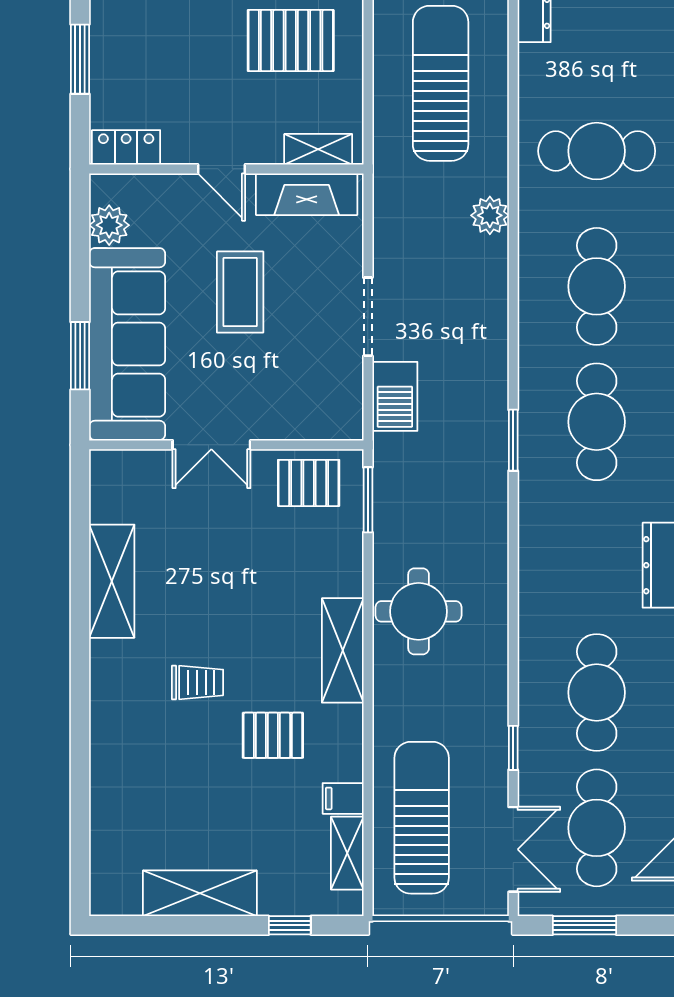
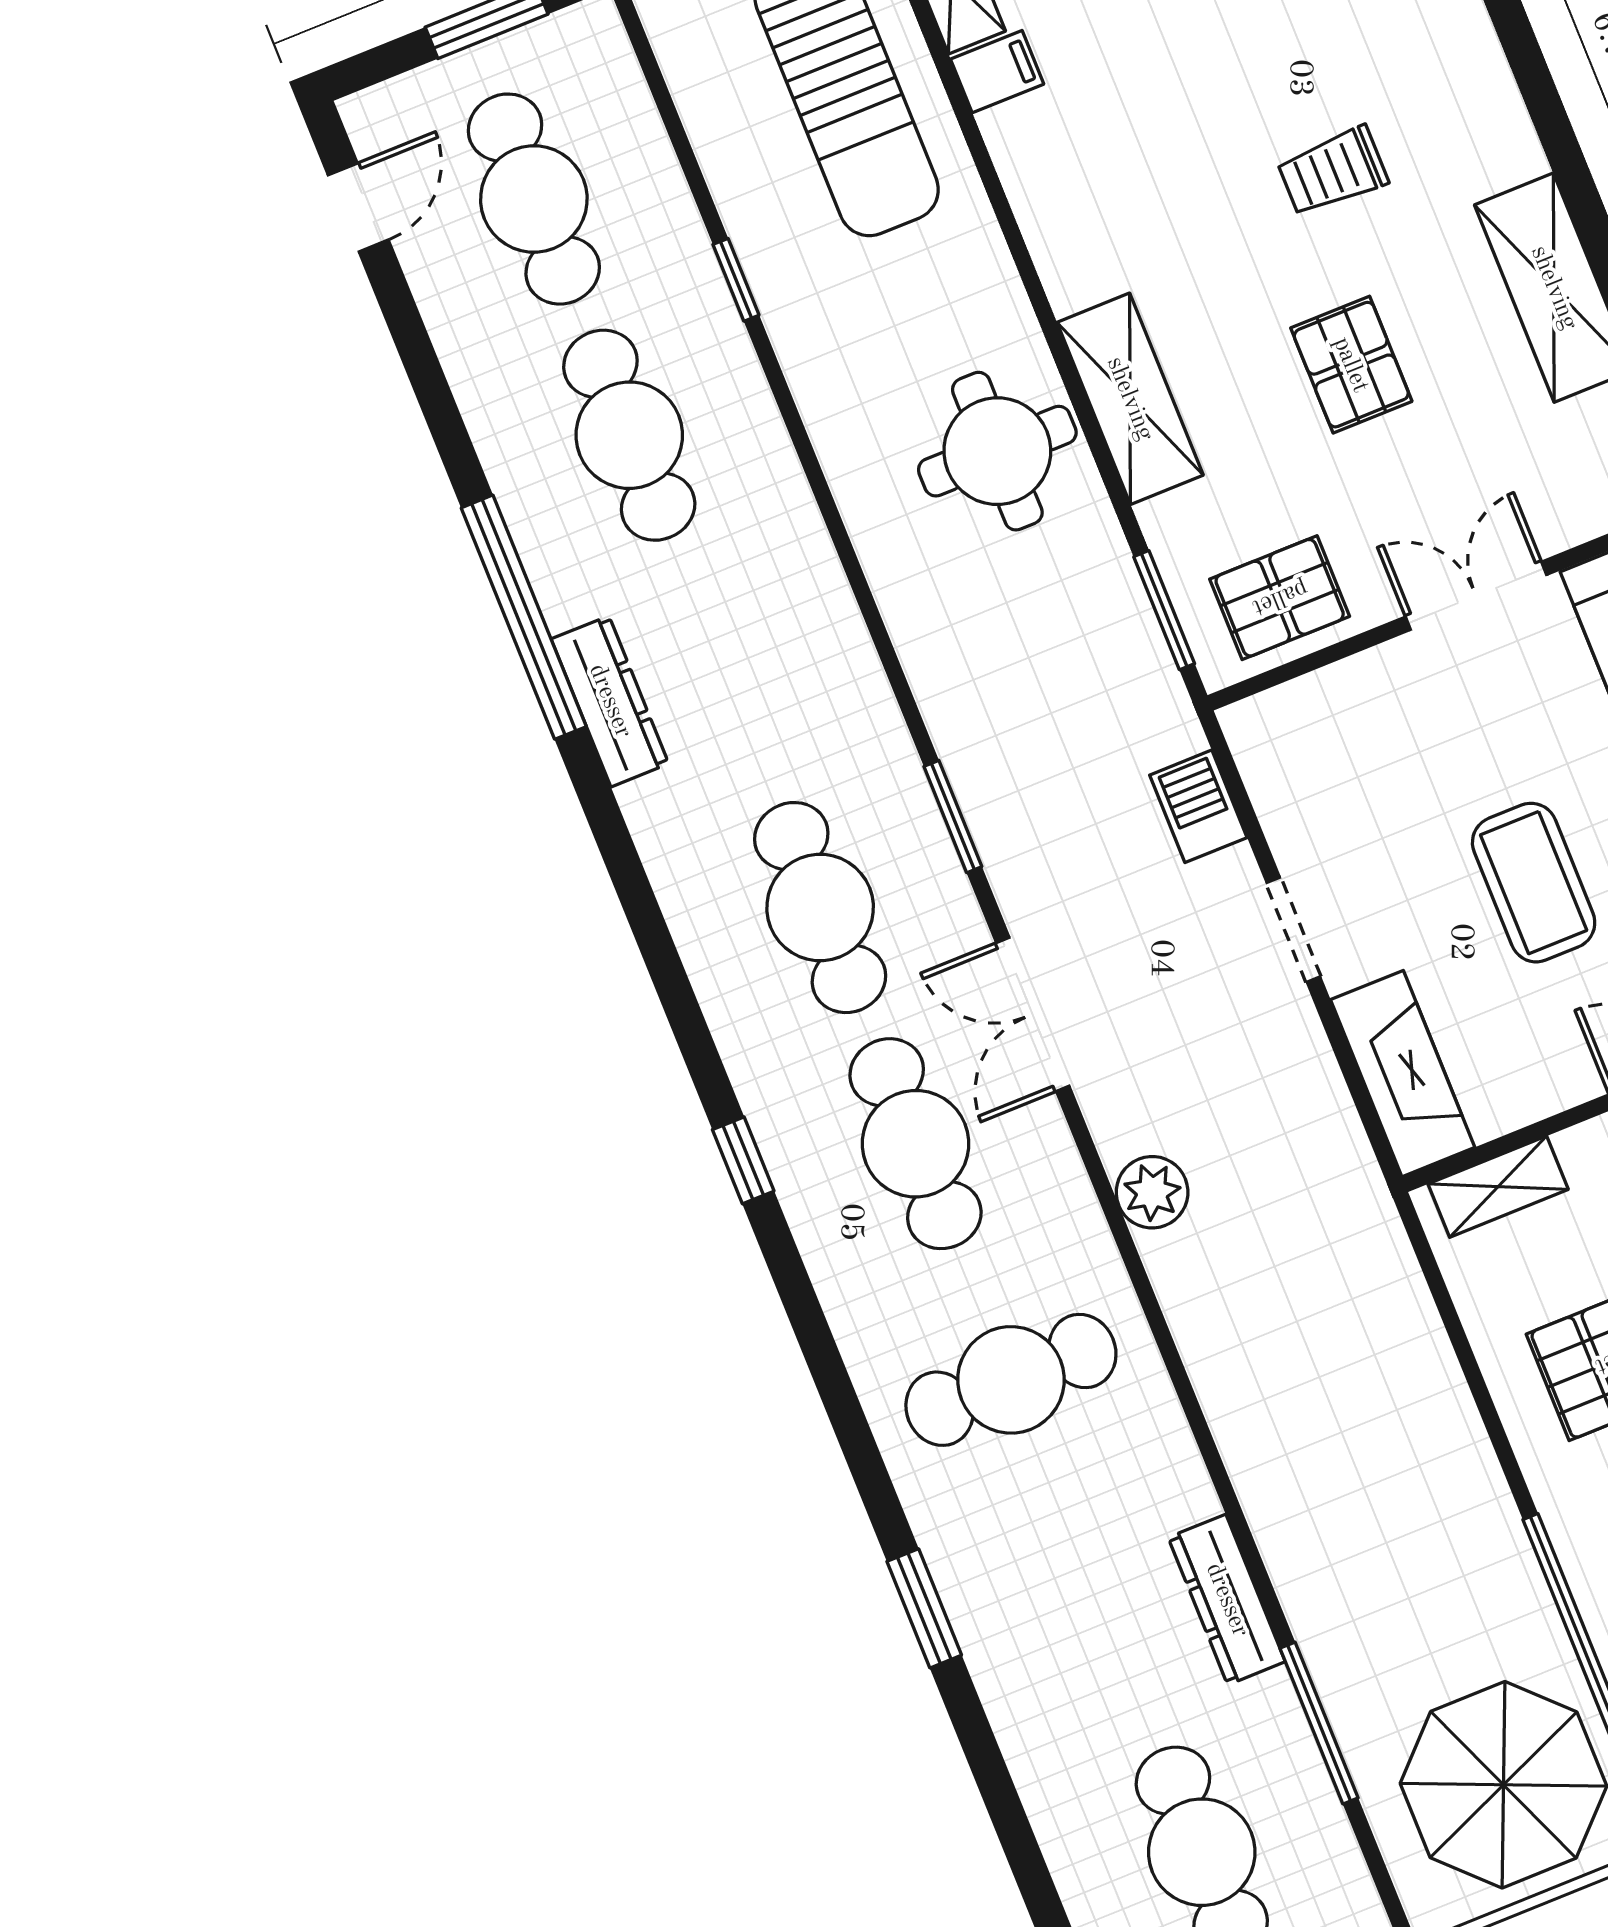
sun lounger: (441, 83) -> (1331, 1388), removed
fireplace: (307, 194) -> (1403, 1074), moved, turned 90
doorway: (368, 317) -> (1293, 930), width x0.73
barbecue: (395, 396) -> (1198, 806), width x0.73, depth x0.79
shelving: (343, 650) -> (1130, 399), moved
pallet: (273, 735) -> (1351, 365), moved, turned 90
double door: (513, 849) -> (1033, 1014), moved

